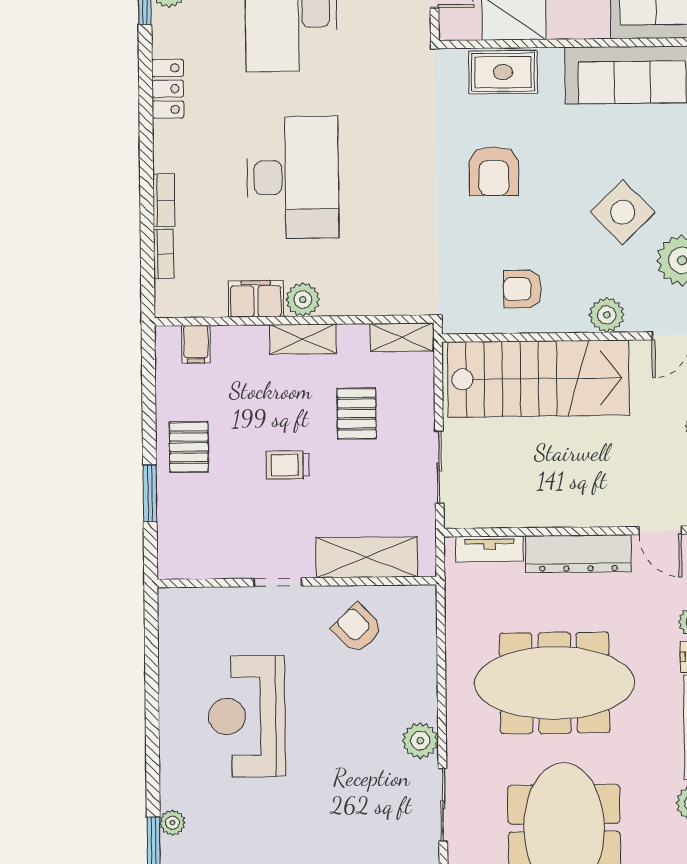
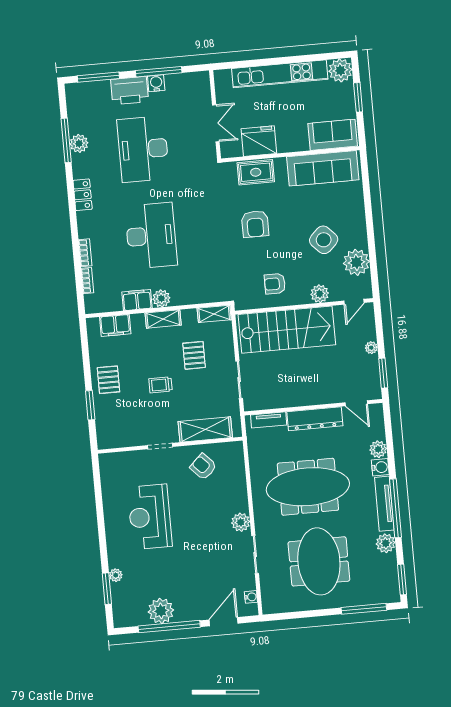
filing cabinet: (196, 344) -> (115, 325), width x2.00

